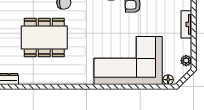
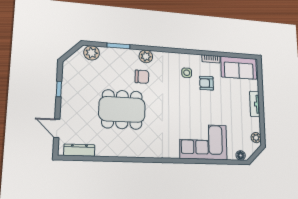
corner sofa: (128, 61) -> (203, 142), width x0.73, depth x0.74

